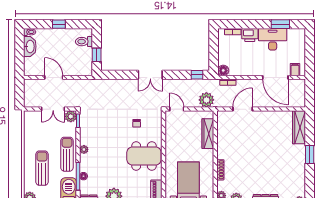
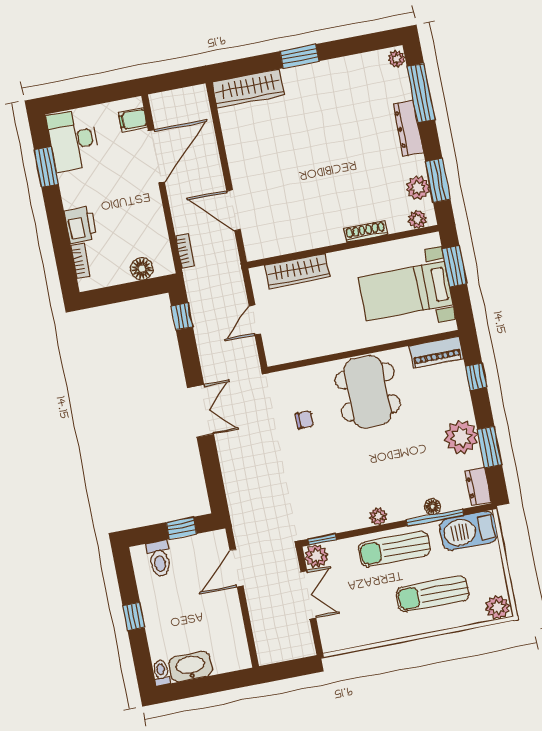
desk: (273, 39) -> (73, 140), moved
floor lamp: (223, 70) -> (142, 269), moved
door: (54, 77) -> (236, 568), moved
plant: (206, 100) -> (229, 287), removed
door: (177, 109) -> (255, 320), moved

